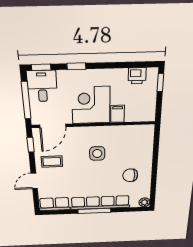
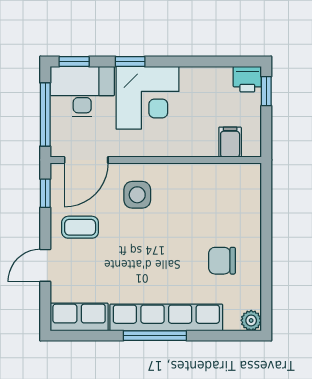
printer: (137, 76) -> (247, 79), moved
desk: (42, 86) -> (82, 92), width x1.37
corner desk: (91, 105) -> (148, 98), moved, turned 180
filing cabinet: (117, 114) -> (230, 142), moved
side table: (97, 153) -> (137, 195), moved

